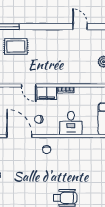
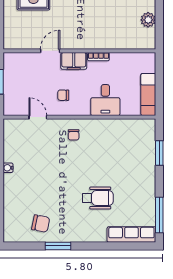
door: (29, 85) -> (50, 51), swing flipped
door: (19, 136) -> (38, 117), width x0.53

